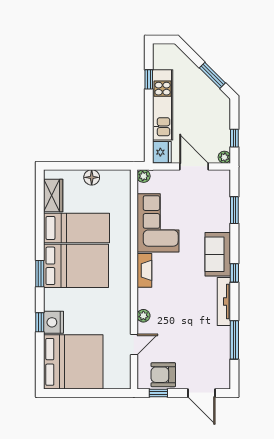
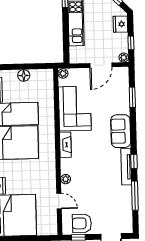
fridge: (162, 152) -> (120, 24), moved, turned 180
door: (194, 166) -> (101, 65), swing flipped
window: (234, 273) -> (134, 162), moved
door: (134, 345) -> (59, 201), hinge flipped

